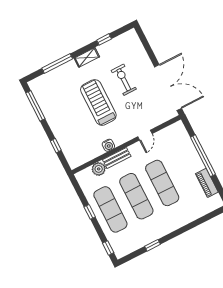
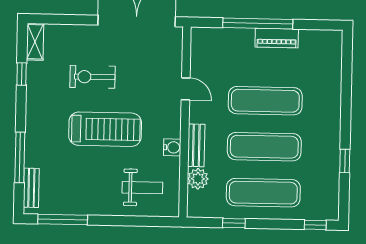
shelving: (87, 57) -> (35, 42), moved
bench: (44, 79) -> (31, 188), added
treadmill: (98, 102) -> (105, 129), turned 180
weight bench: (77, 141) -> (142, 188), added
window: (56, 146) -> (133, 221), removed
piano: (207, 183) -> (277, 38), moved
window: (90, 212) -> (234, 223), moved

